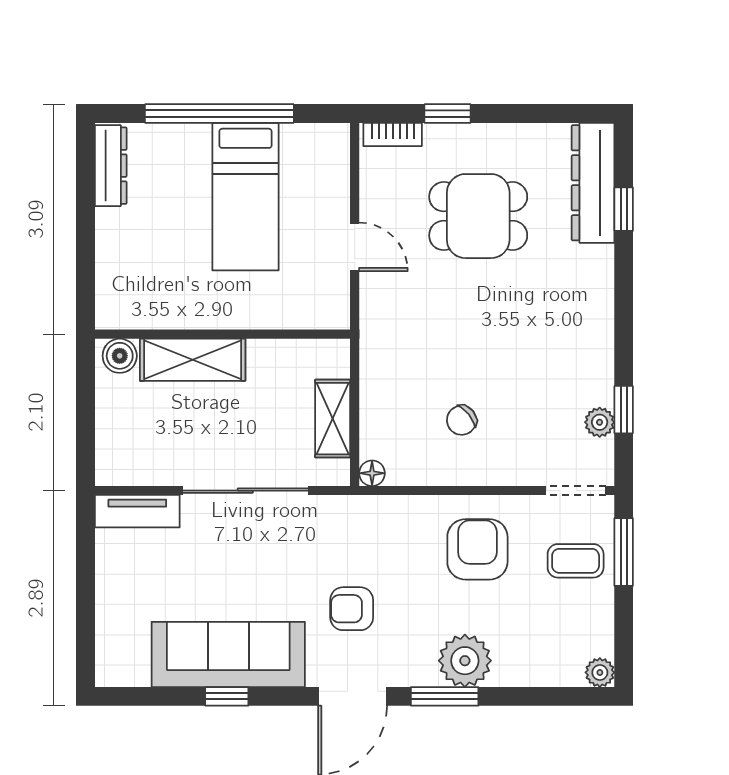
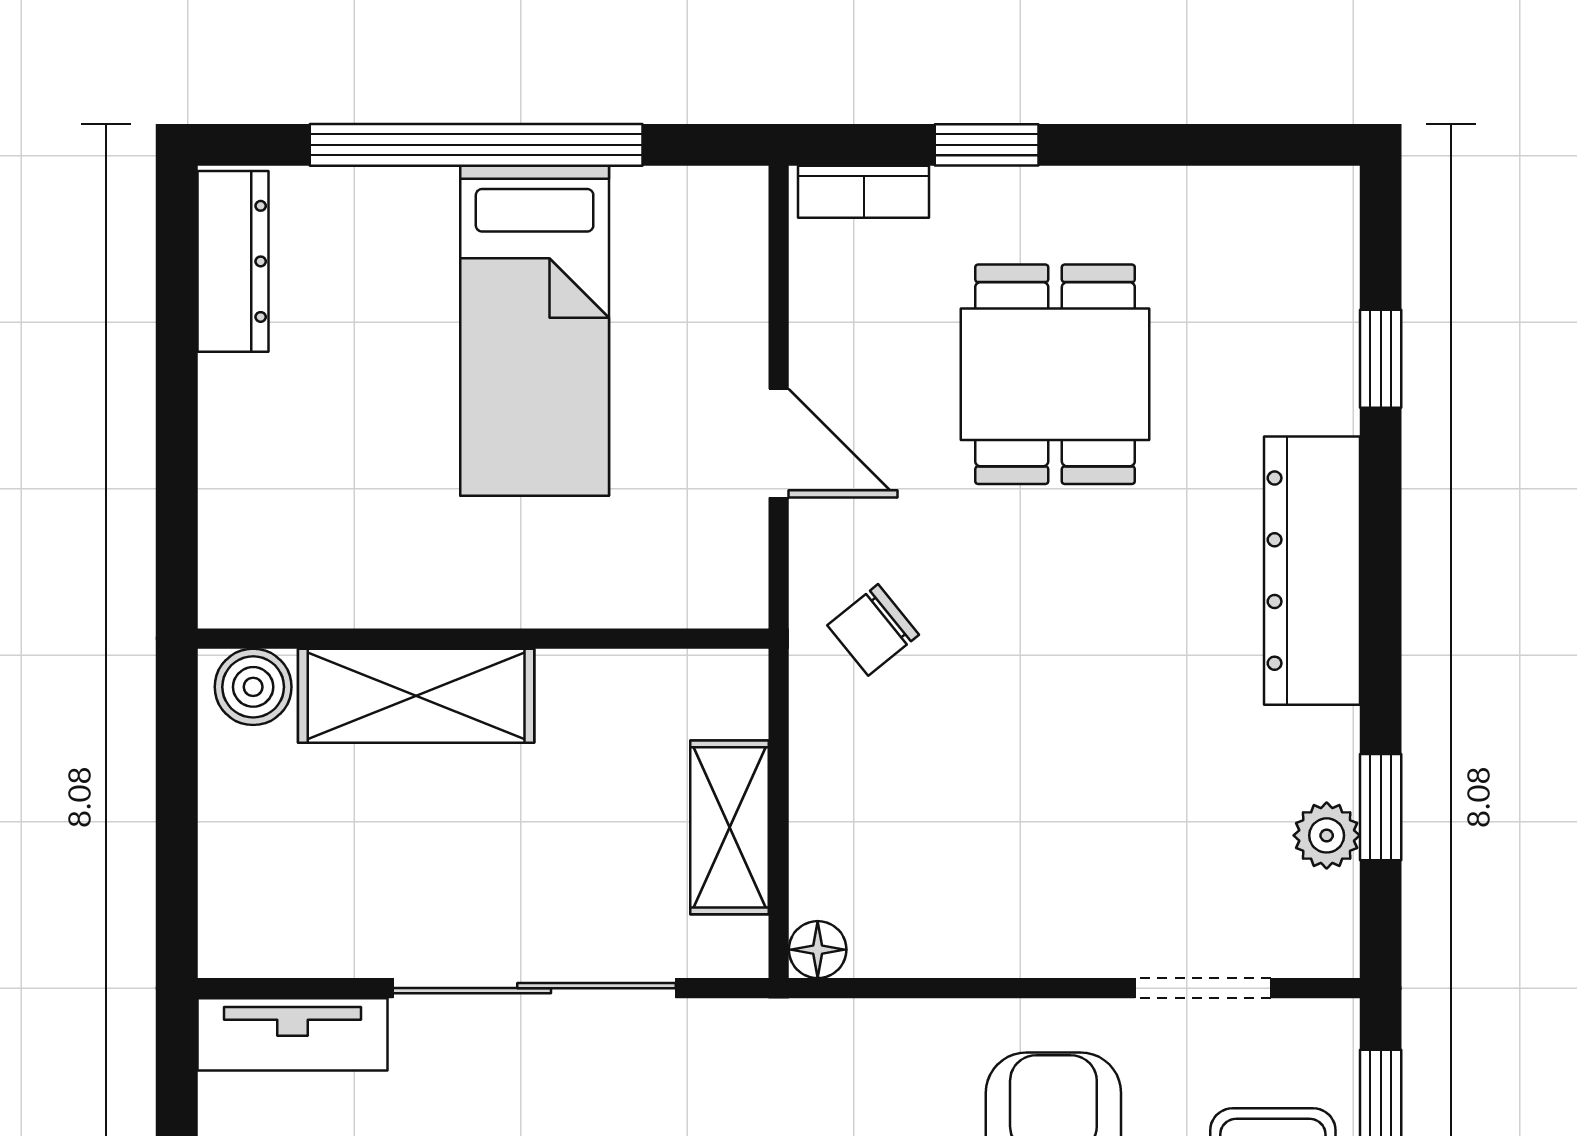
dresser: (593, 183) -> (1312, 571), moved
dining table: (478, 216) -> (1055, 374), turned 90
chair: (462, 420) -> (873, 630), moved
doorway: (575, 491) -> (1203, 988), moved

